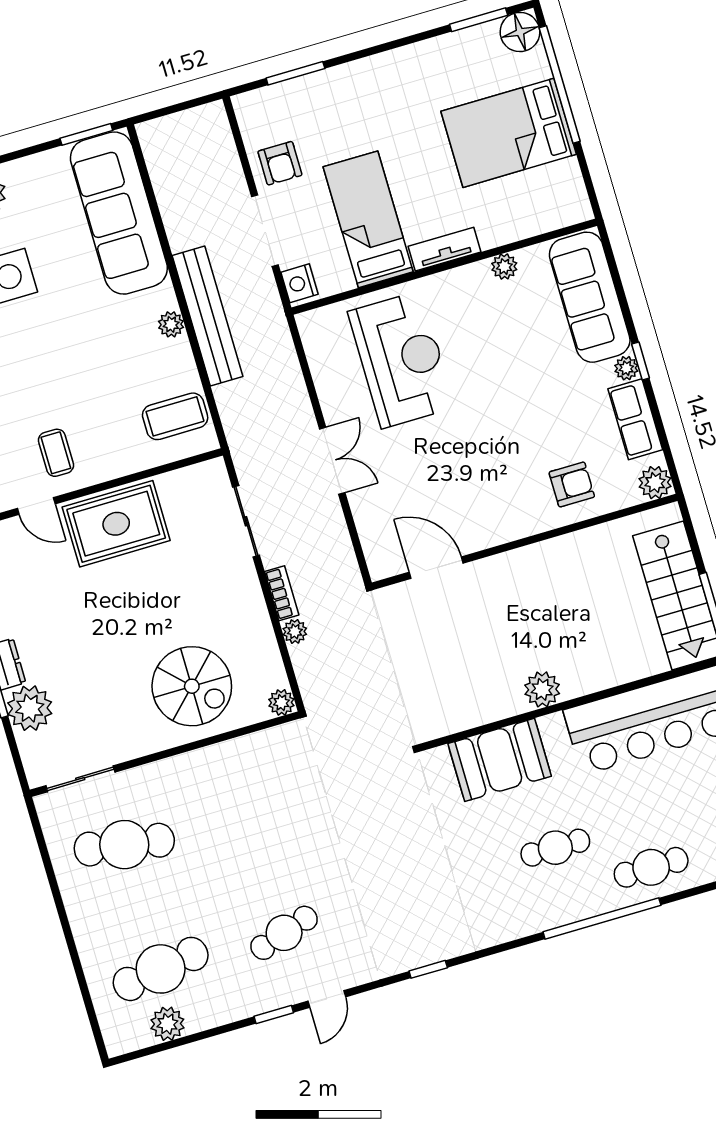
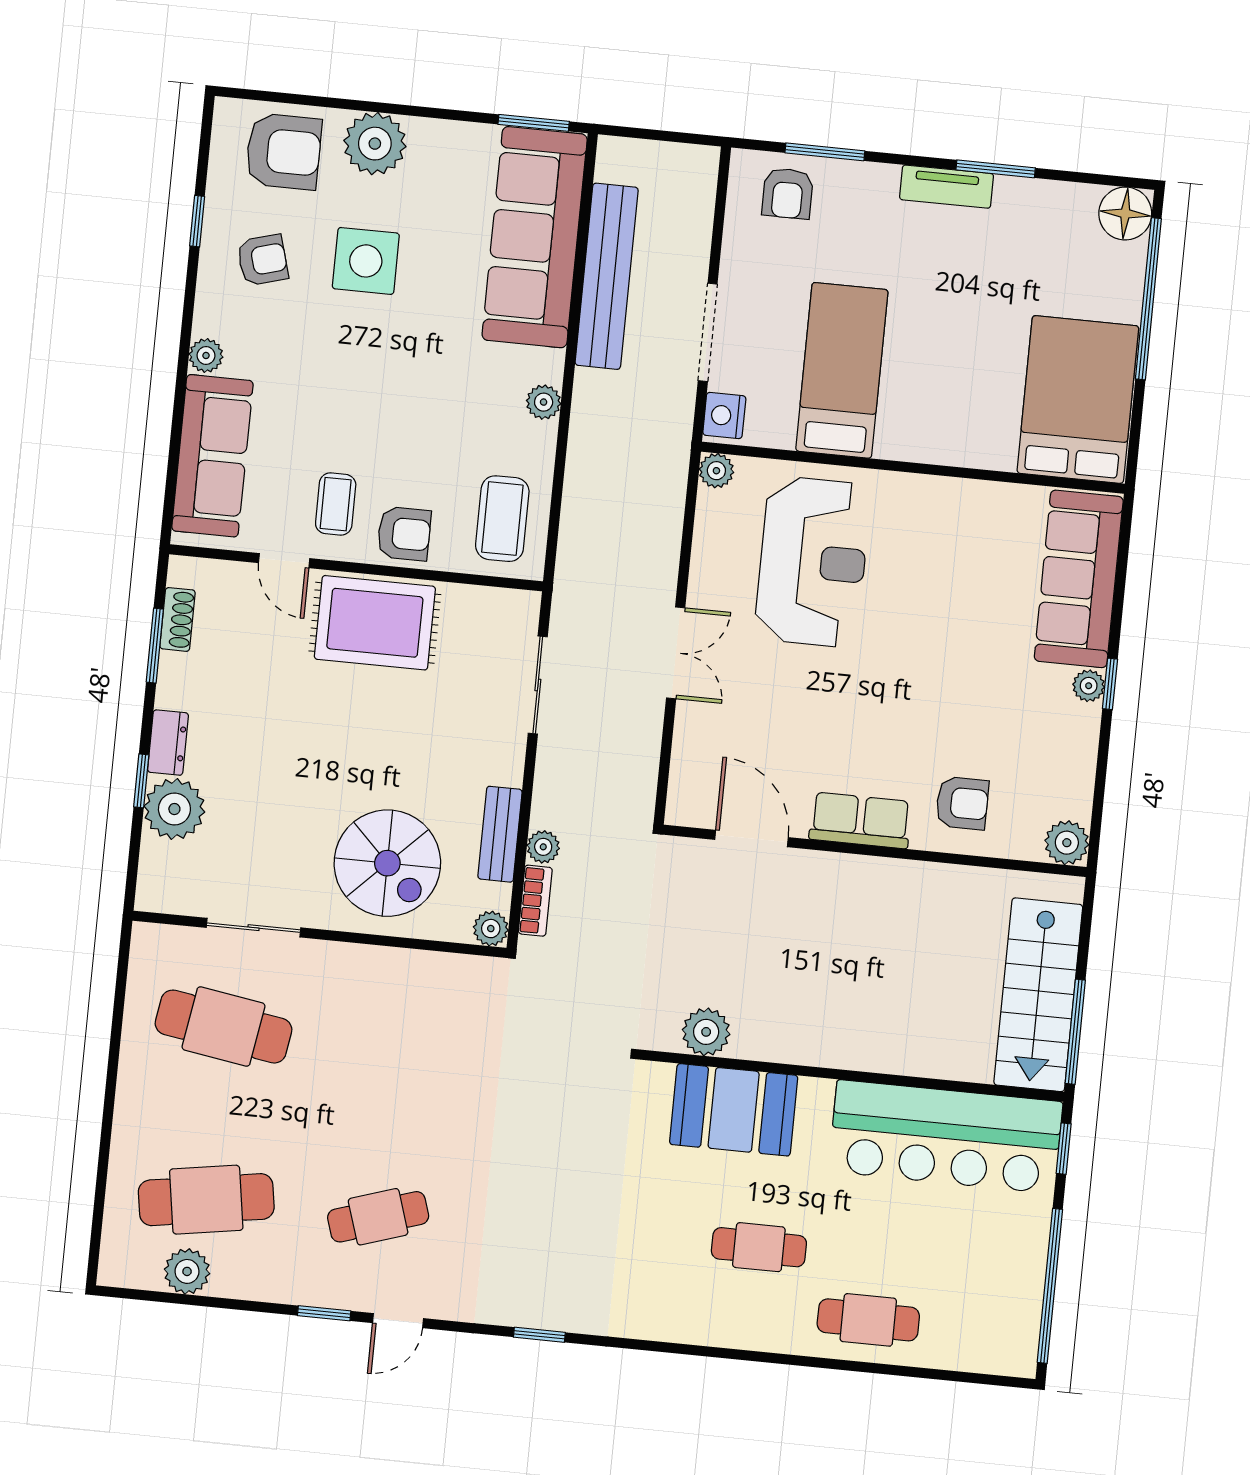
window: (479, 20) -> (996, 169), moved
bed: (509, 133) -> (1078, 399), moved, turned 90
armchair: (280, 163) -> (788, 193), moved
tv unit: (445, 249) -> (947, 187), moved, turned 180
plant: (504, 267) -> (716, 471), moved
bench: (208, 316) -> (607, 276), moved
coffee table: (175, 416) -> (502, 519), turned 90
row of seats: (635, 419) -> (860, 820), moved, turned 90
armchair: (111, 454) -> (404, 534), added
bookcase: (282, 593) -> (535, 901), moved
bench: (261, 635) -> (500, 834), added
plant: (542, 689) -> (706, 1032), moved
sliding door: (80, 779) -> (254, 928), moved
window: (602, 918) -> (781, 1359), removed

